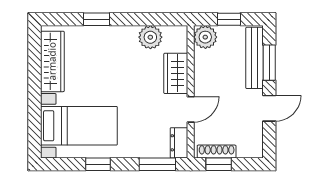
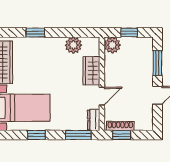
bench: (254, 58) -> (147, 60), removed

